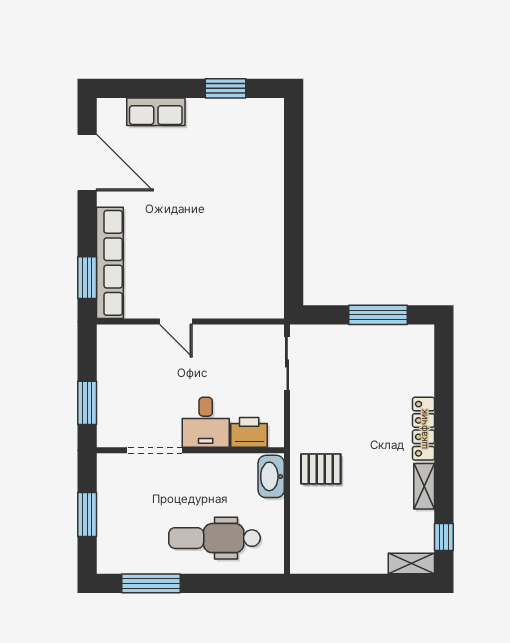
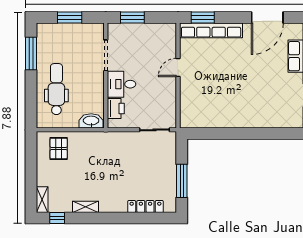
locker: (424, 429) -> (145, 207), moved
pallet: (321, 469) -> (59, 149), moved

